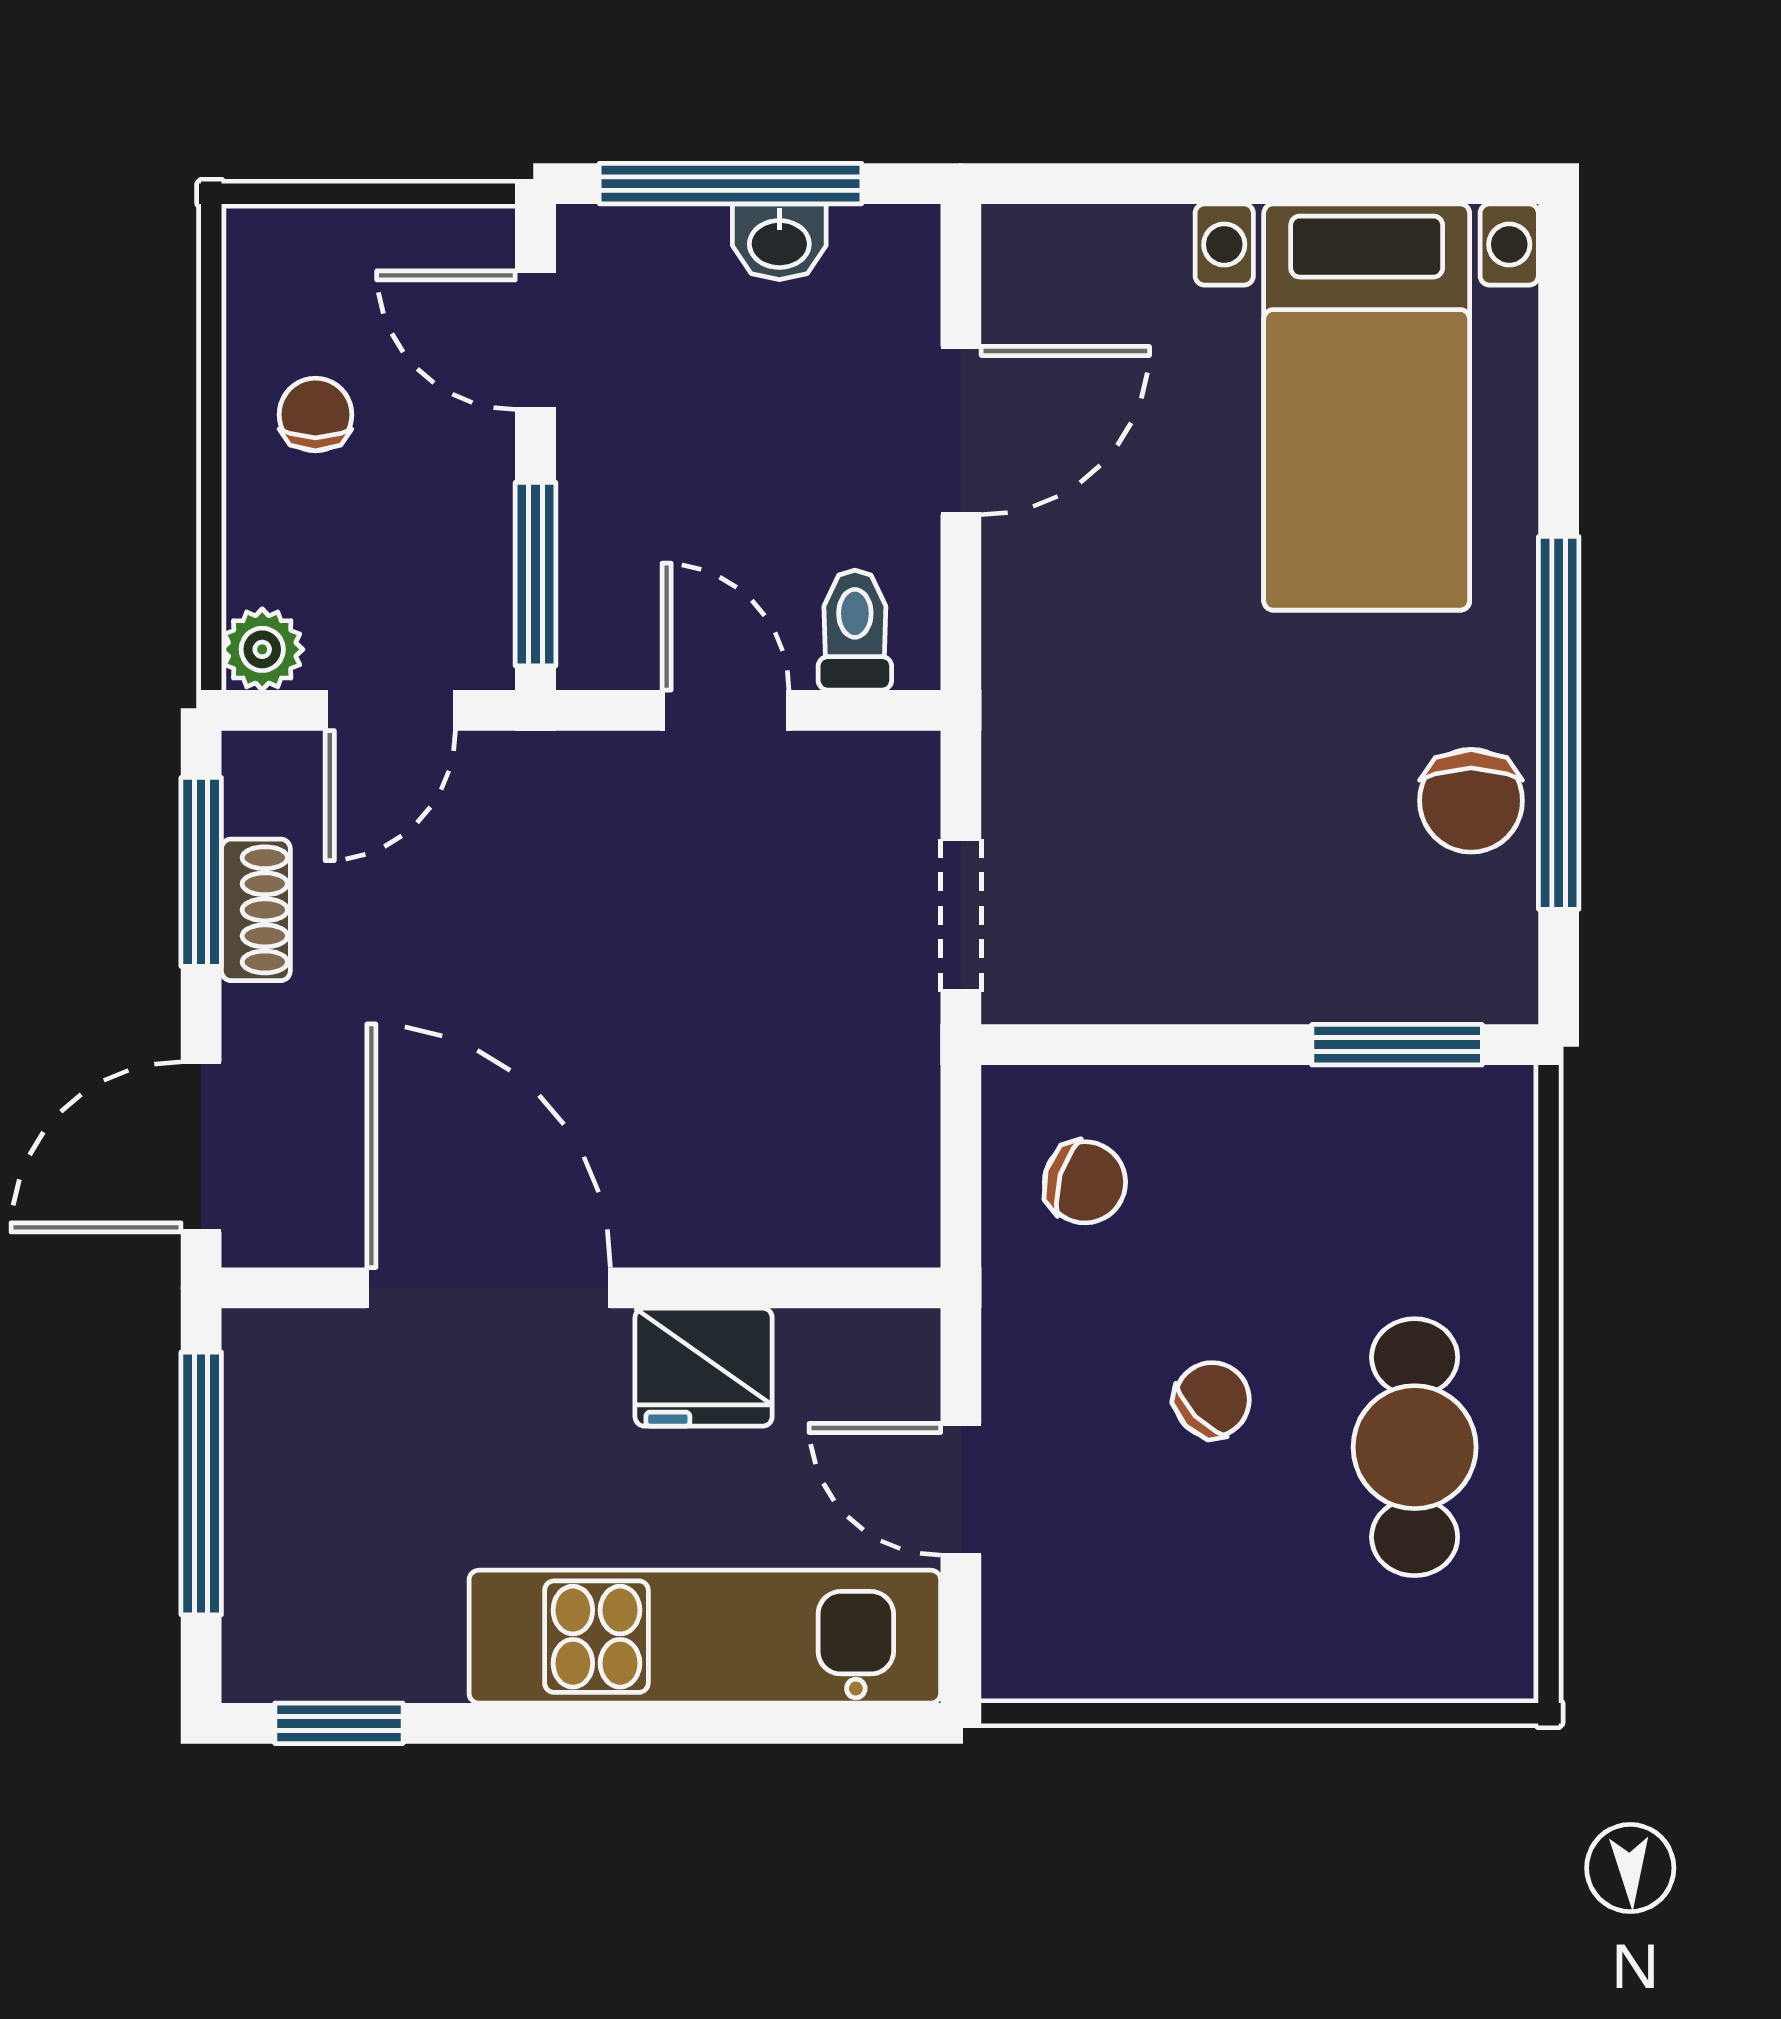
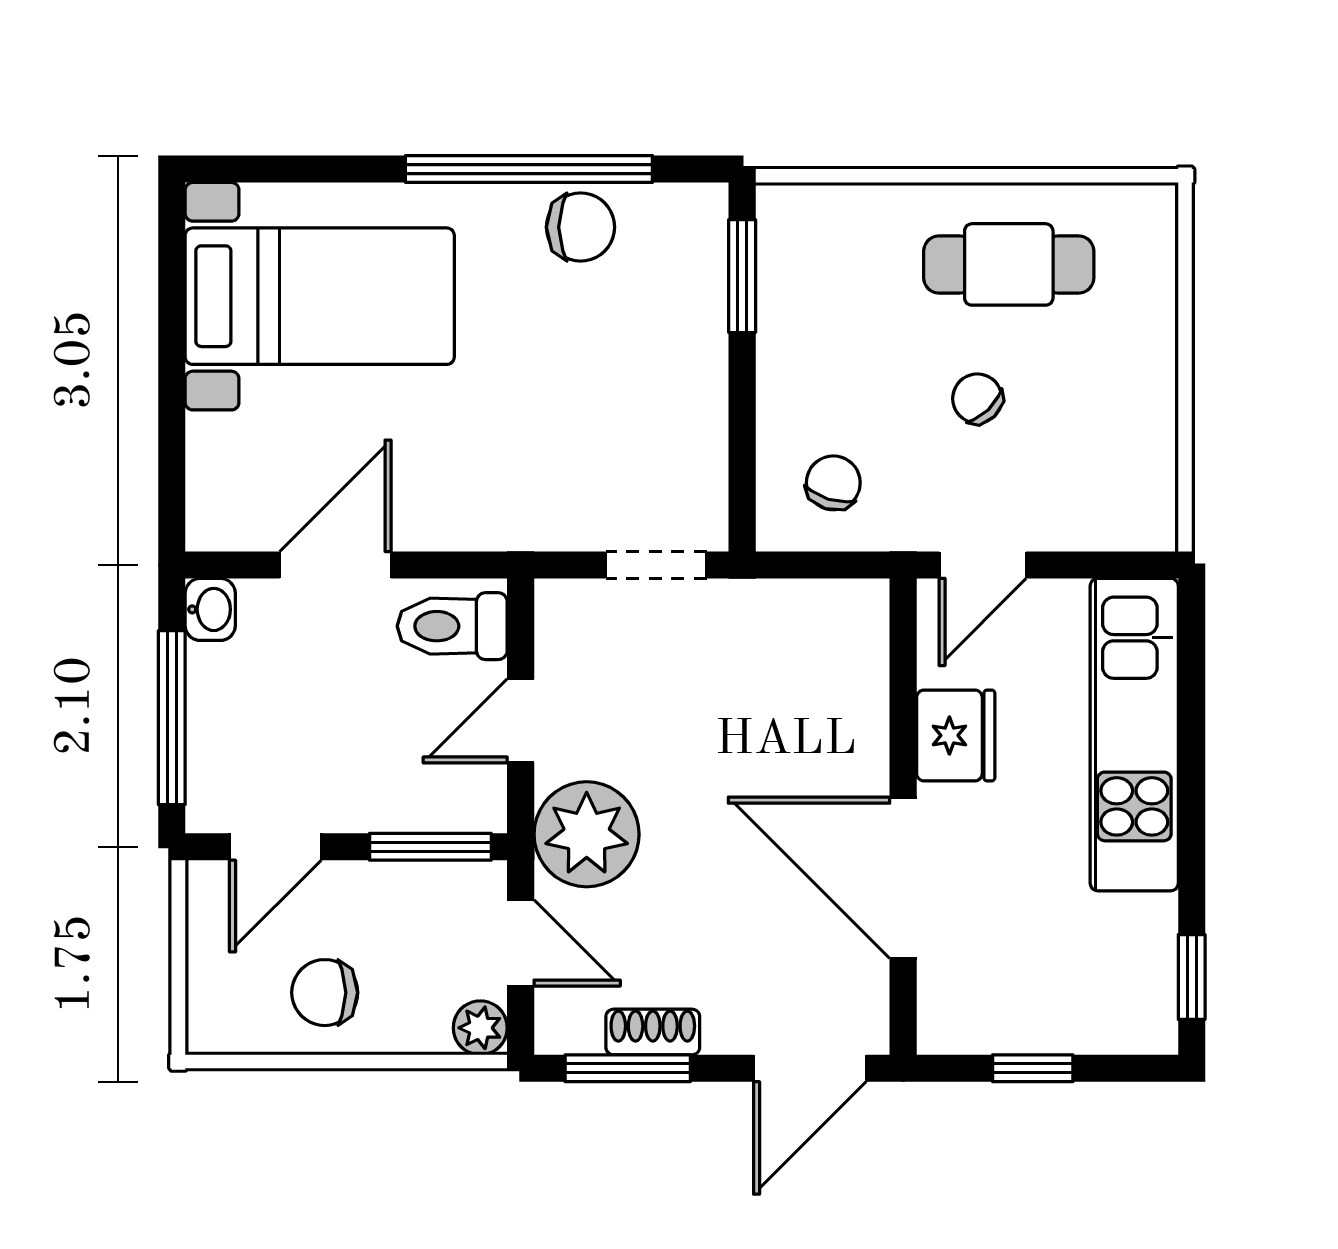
washbasin: (779, 242) -> (210, 609), moved
chair: (315, 415) -> (325, 993), width x1.37, depth x1.37
door: (961, 431) -> (335, 565), hinge flipped
toilet: (855, 630) -> (452, 626), width x1.37, depth x1.39
plant: (554, 810) -> (587, 834), added
door: (201, 1147) -> (810, 1068), hinge flipped
door: (489, 1288) -> (903, 878), hinge flipped
window: (201, 1483) -> (1033, 1068), width x0.46
door: (961, 1489) -> (983, 565), moved

